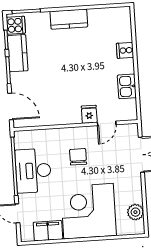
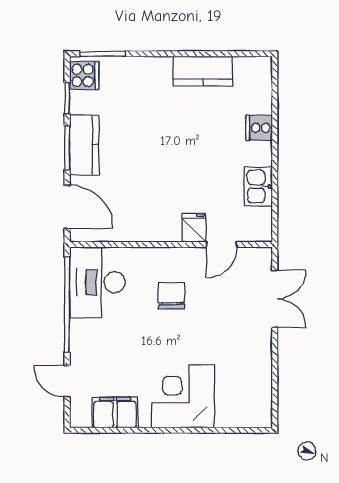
kitchen counter: (69, 19) -> (203, 71), moved
kitchen counter: (18, 53) -> (84, 145), moved
desk: (33, 171) -> (97, 282), moved
corner desk: (89, 211) -> (183, 396), width x0.74, depth x0.74
plant: (135, 212) -> (259, 392), removed

